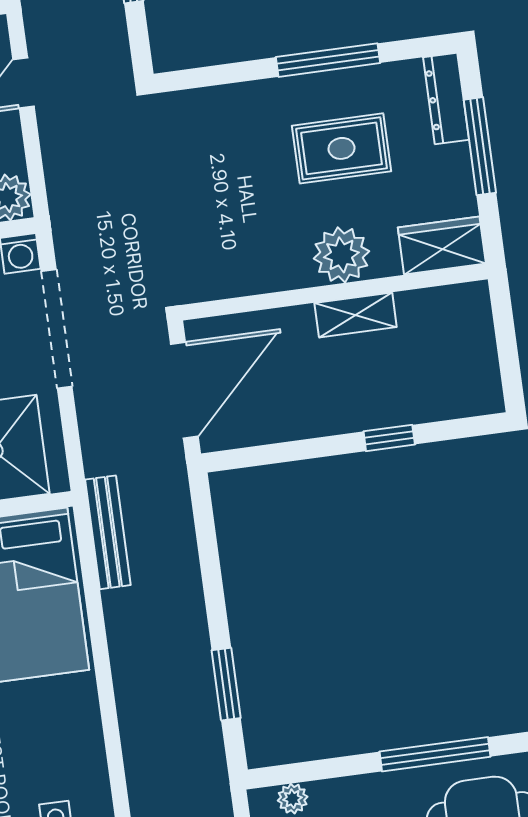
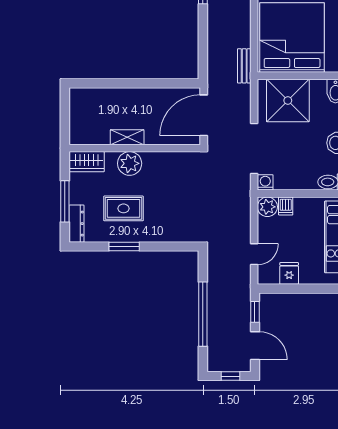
window: (328, 60) -> (124, 247), width x0.69
window: (389, 438) -> (120, 83), removed
bench: (108, 532) -> (244, 66), width x0.73

